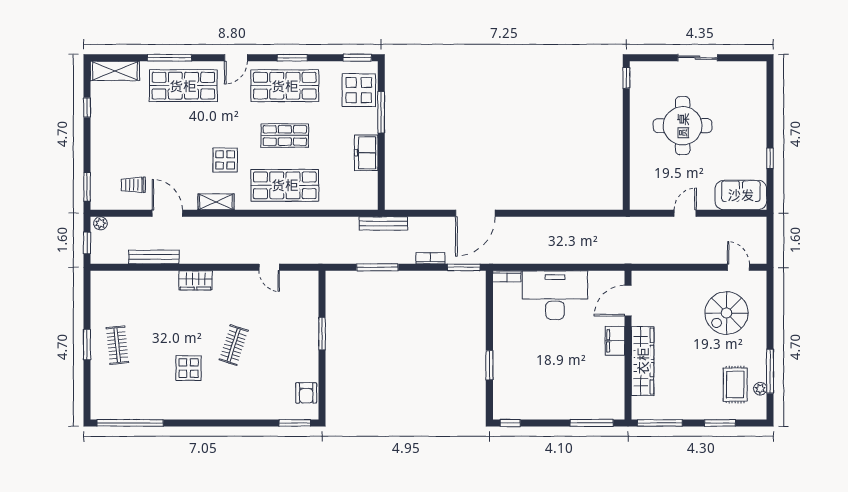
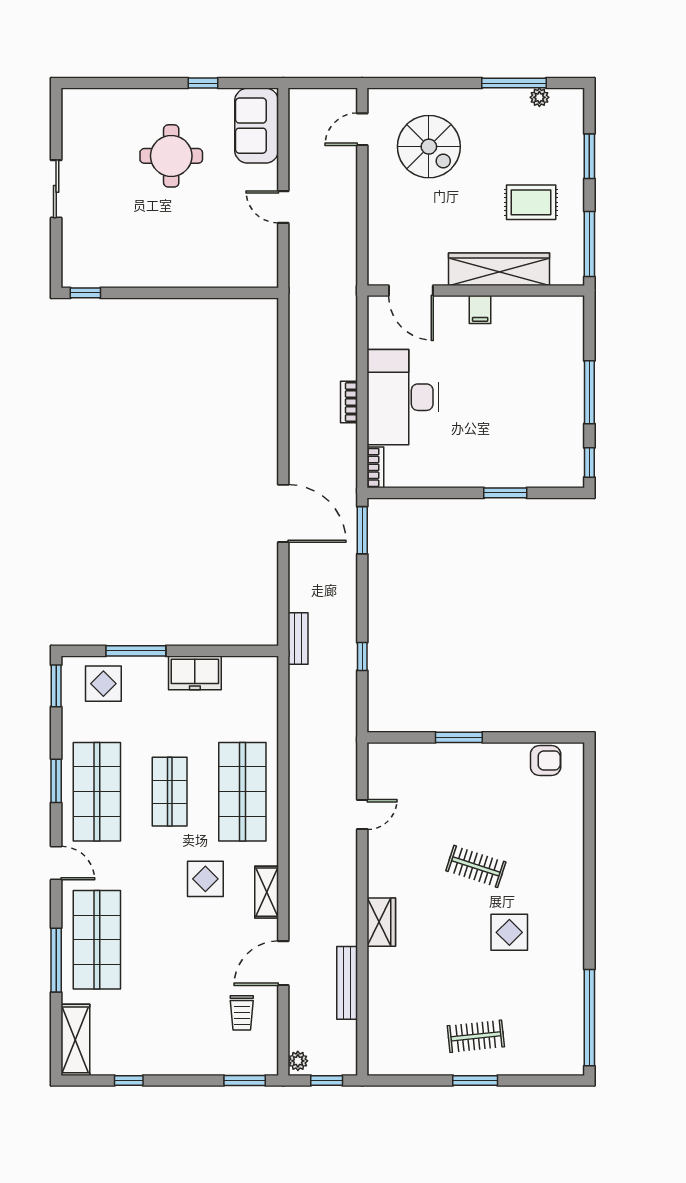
display table: (359, 90) -> (103, 684), width x0.73, depth x0.73
round table: (683, 126) -> (171, 156), moved, width x0.73, depth x0.73
bench: (383, 223) -> (298, 638), width x0.73
bookcase: (431, 258) -> (349, 402), moved
window: (377, 267) -> (362, 657), width x0.46
filing cabinet: (615, 341) -> (480, 309), width x0.50
rug: (735, 385) -> (531, 202), moved
window: (295, 423) -> (589, 777), removed
window: (592, 423) -> (589, 392), moved

